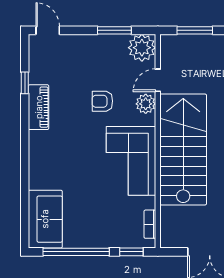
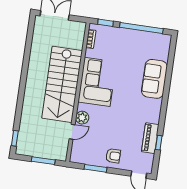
plant: (142, 48) -> (79, 154), removed
armchair: (102, 101) -> (113, 156), moved
piano: (39, 107) -> (150, 138), moved
sofa: (45, 219) -> (154, 79), moved

